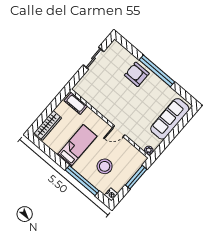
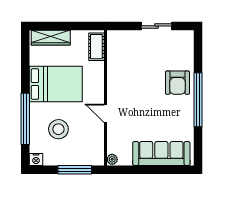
armchair: (137, 74) -> (177, 83), turned 180
bed: (77, 146) -> (56, 84), width x1.50

